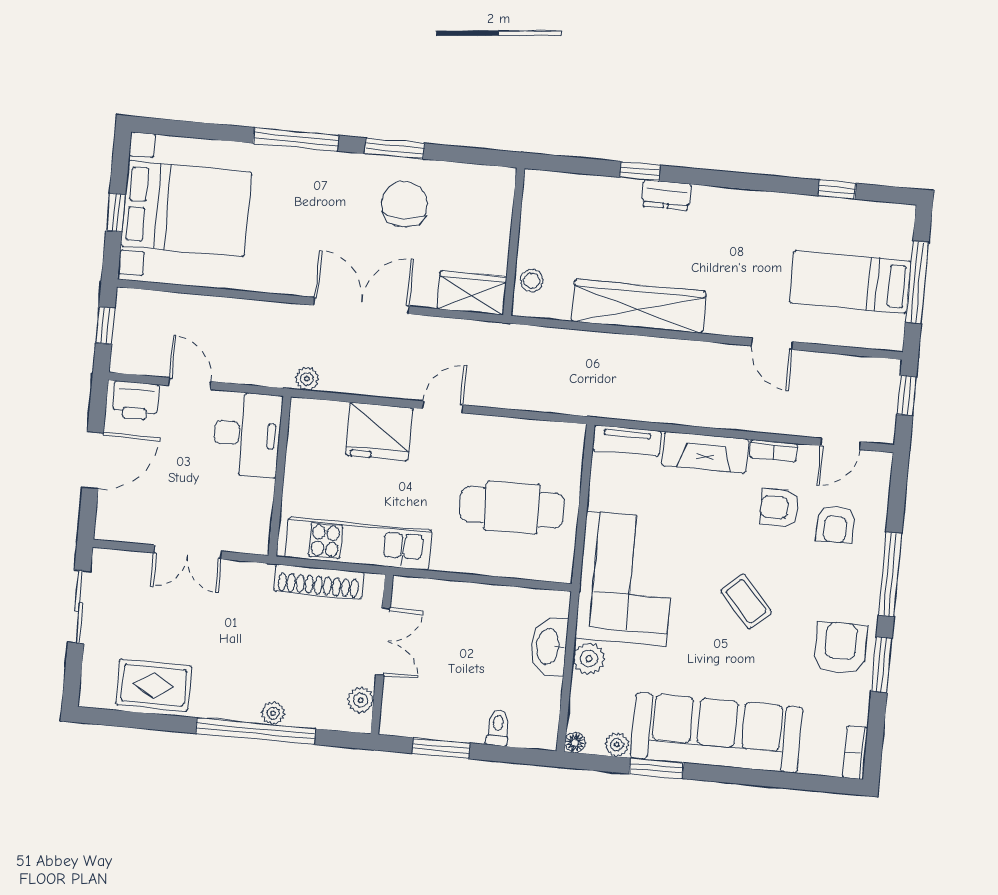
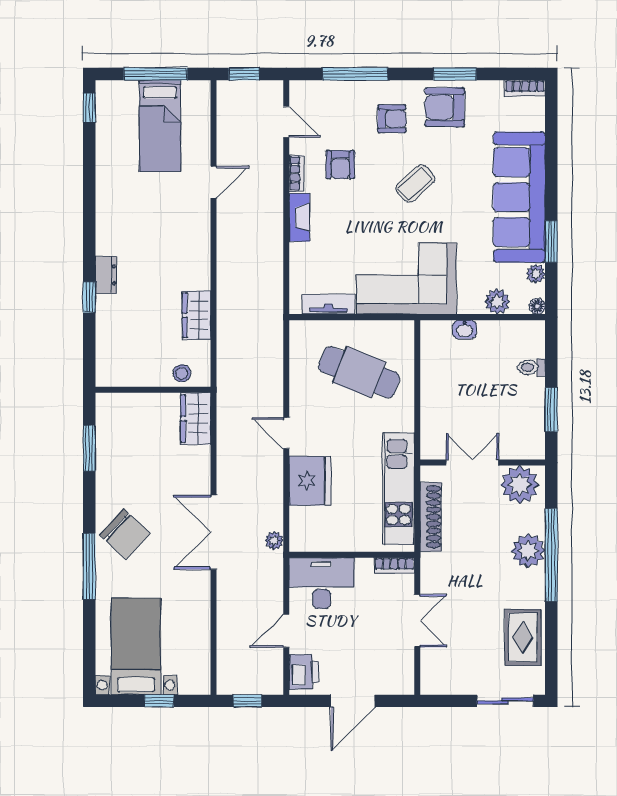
window: (394, 148) -> (89, 448), moved
window: (837, 190) -> (89, 108), moved
chair: (404, 204) -> (125, 534), moved, turned -137
bed with nightstands: (186, 209) -> (136, 646), width x0.73
double door: (362, 306) -> (214, 532), moved
wardrobe: (639, 306) -> (197, 315), width x0.48, depth x0.85
tv unit: (627, 441) -> (328, 304), moved, turned -90
fireplace: (705, 452) -> (299, 217), width x0.73, depth x0.76
door: (93, 460) -> (353, 701), swing flipped
cafe table: (512, 507) -> (359, 372), turned -67
armchair: (835, 524) -> (392, 119), moved
bookcase: (261, 529) -> (394, 566), added
window: (890, 574) -> (355, 74), moved
sliding door: (79, 607) -> (505, 701), moved
washbasin: (549, 646) -> (465, 329), width x0.52, depth x0.69
plant: (589, 659) -> (497, 302), moved
plant: (361, 700) -> (520, 485), width x1.88, depth x1.88
plant: (273, 713) -> (528, 551), width x1.88, depth x1.88

